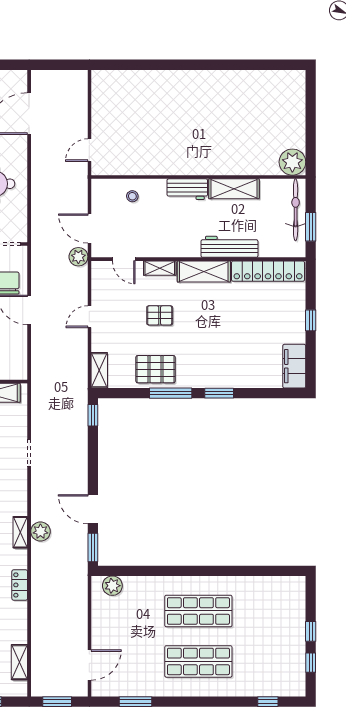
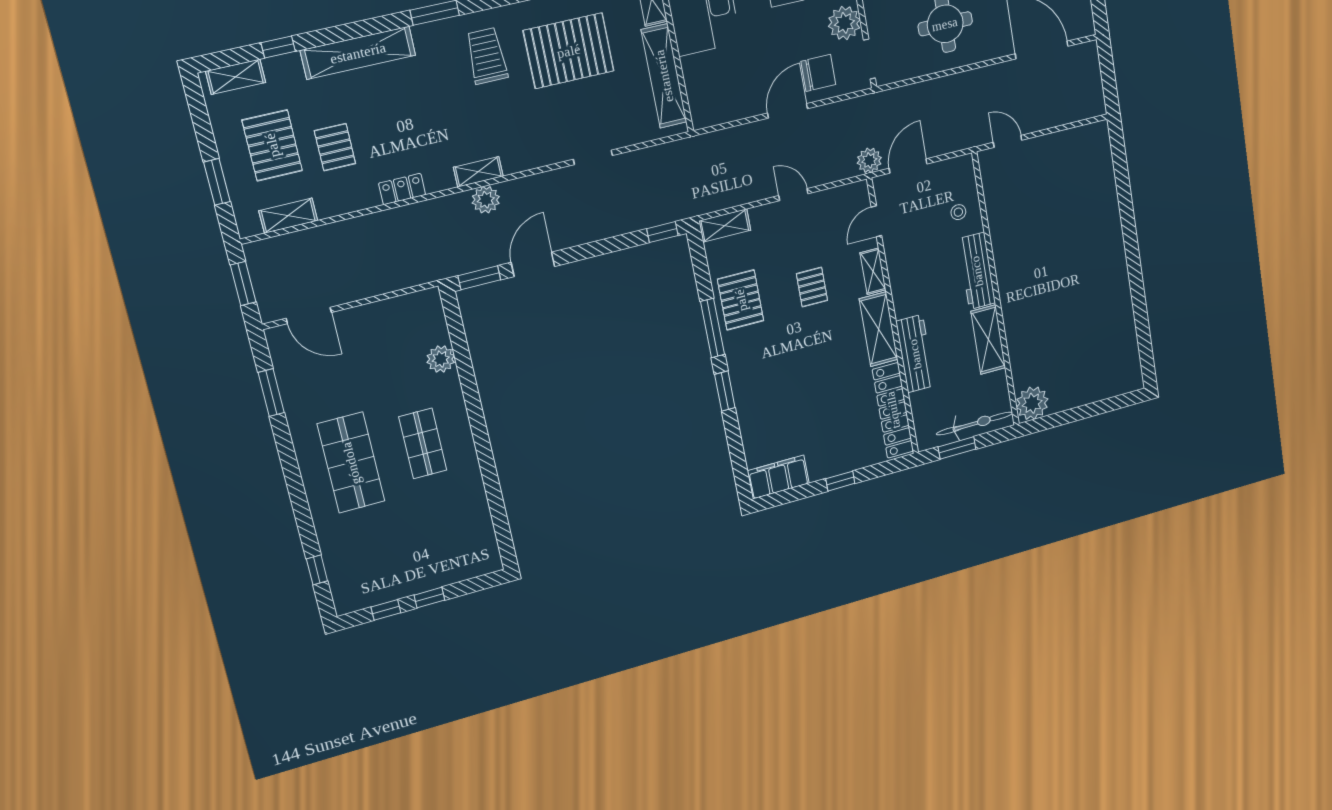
workbench: (187, 189) -> (977, 271), width x1.38
plant: (112, 586) -> (441, 359), moved
shop shelf: (198, 611) -> (423, 443), width x0.70, depth x0.74

